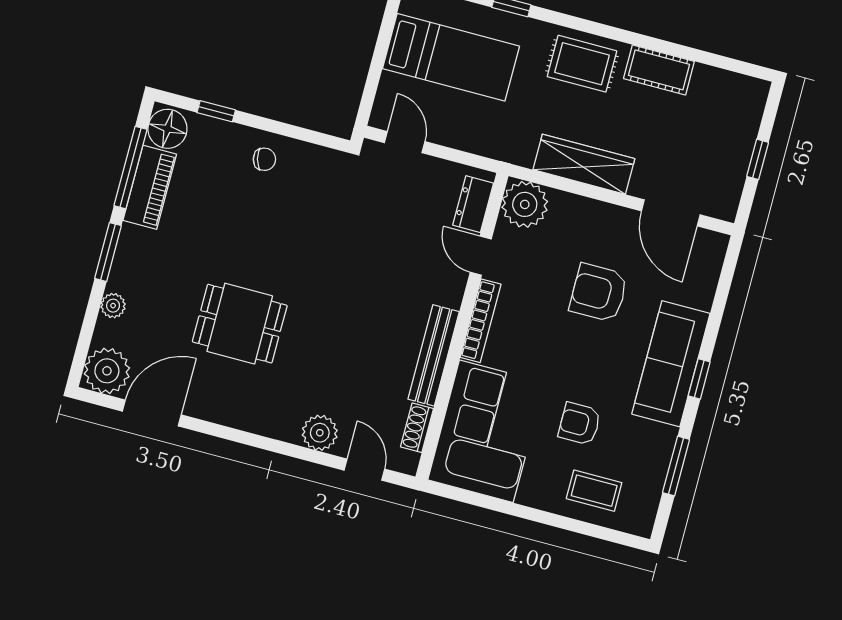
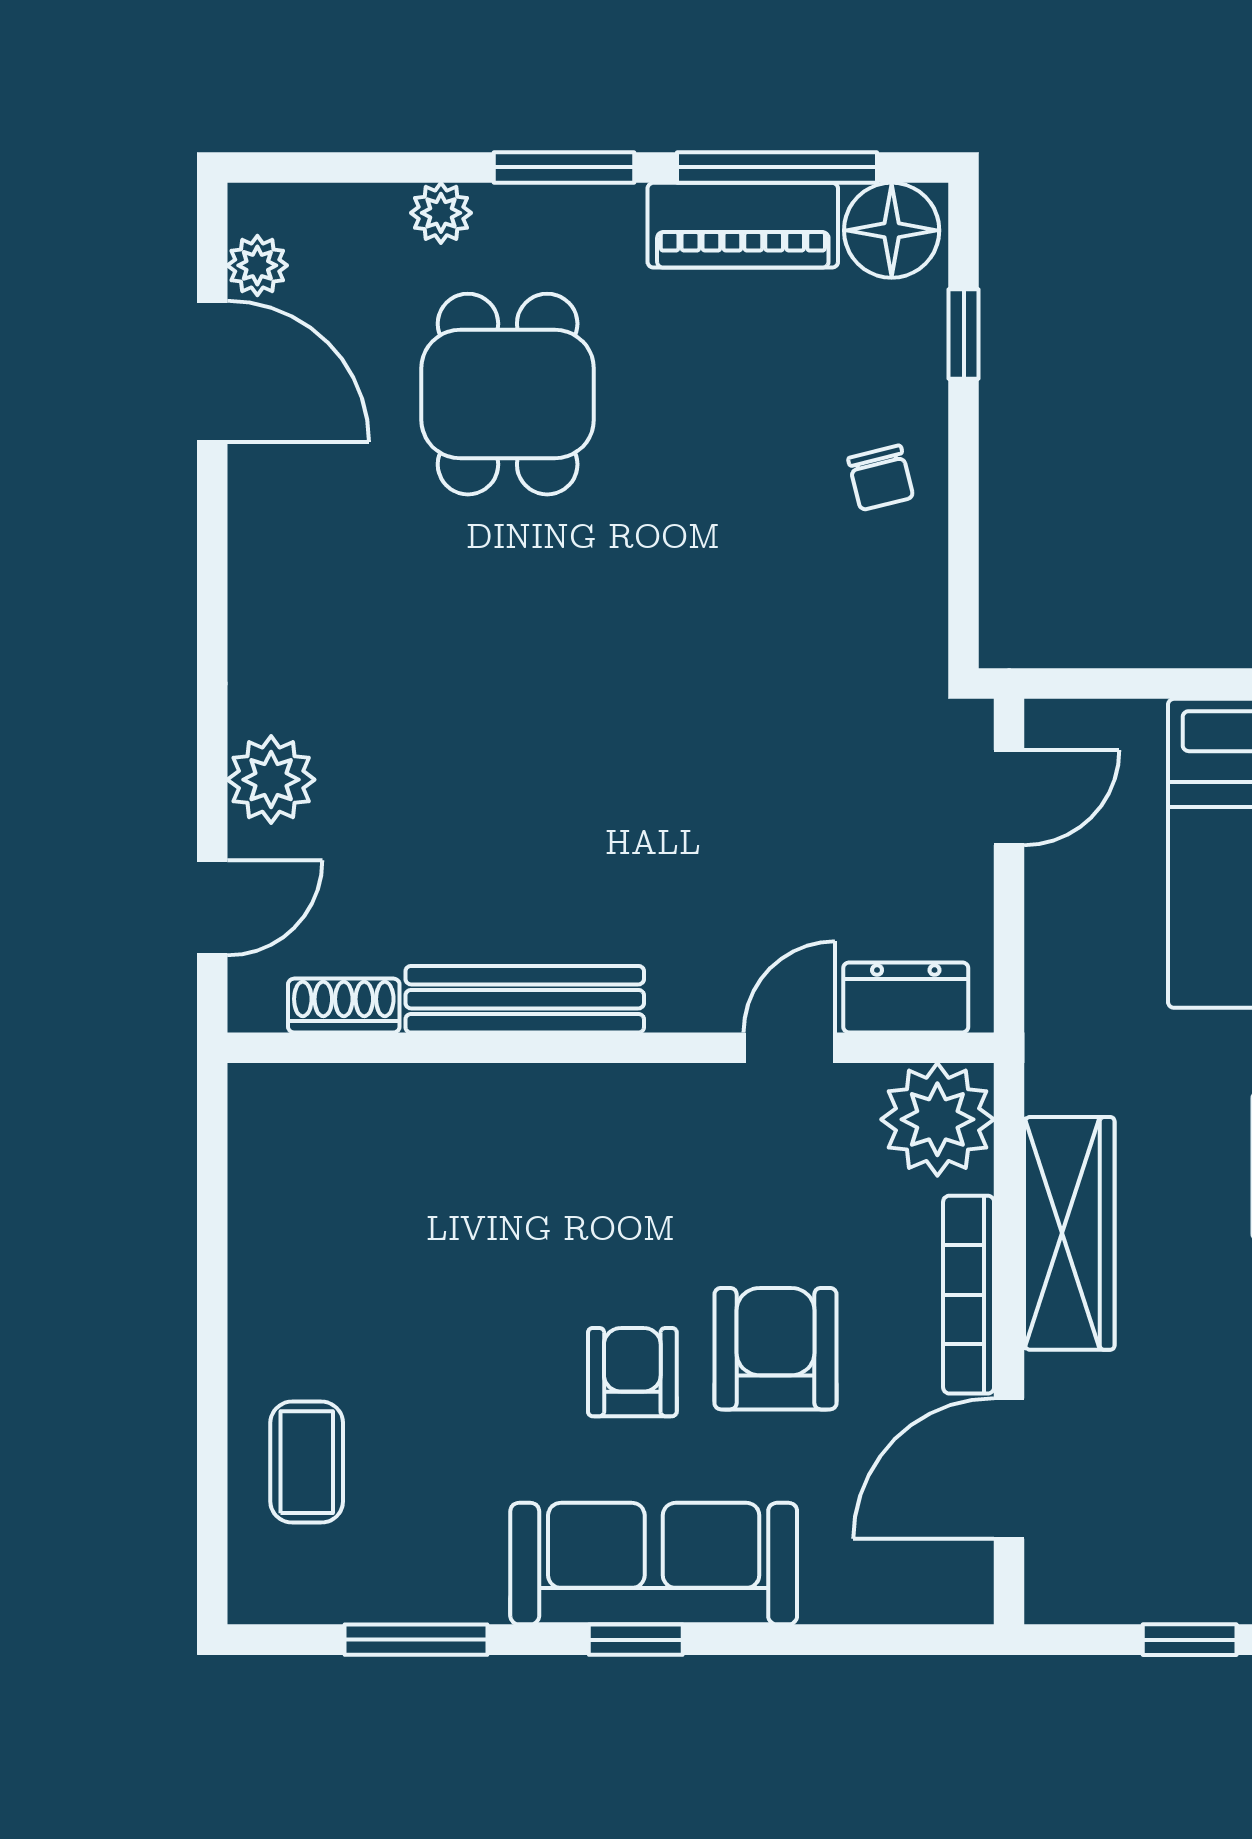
bookcase: (481, 321) -> (969, 1295), moved, turned 90
dining table: (240, 324) -> (508, 394), moved
plant: (107, 371) -> (257, 265), width x0.53, depth x0.53
armchair: (580, 424) -> (632, 1372), moved
corner sofa: (486, 431) -> (379, 1171), removed

